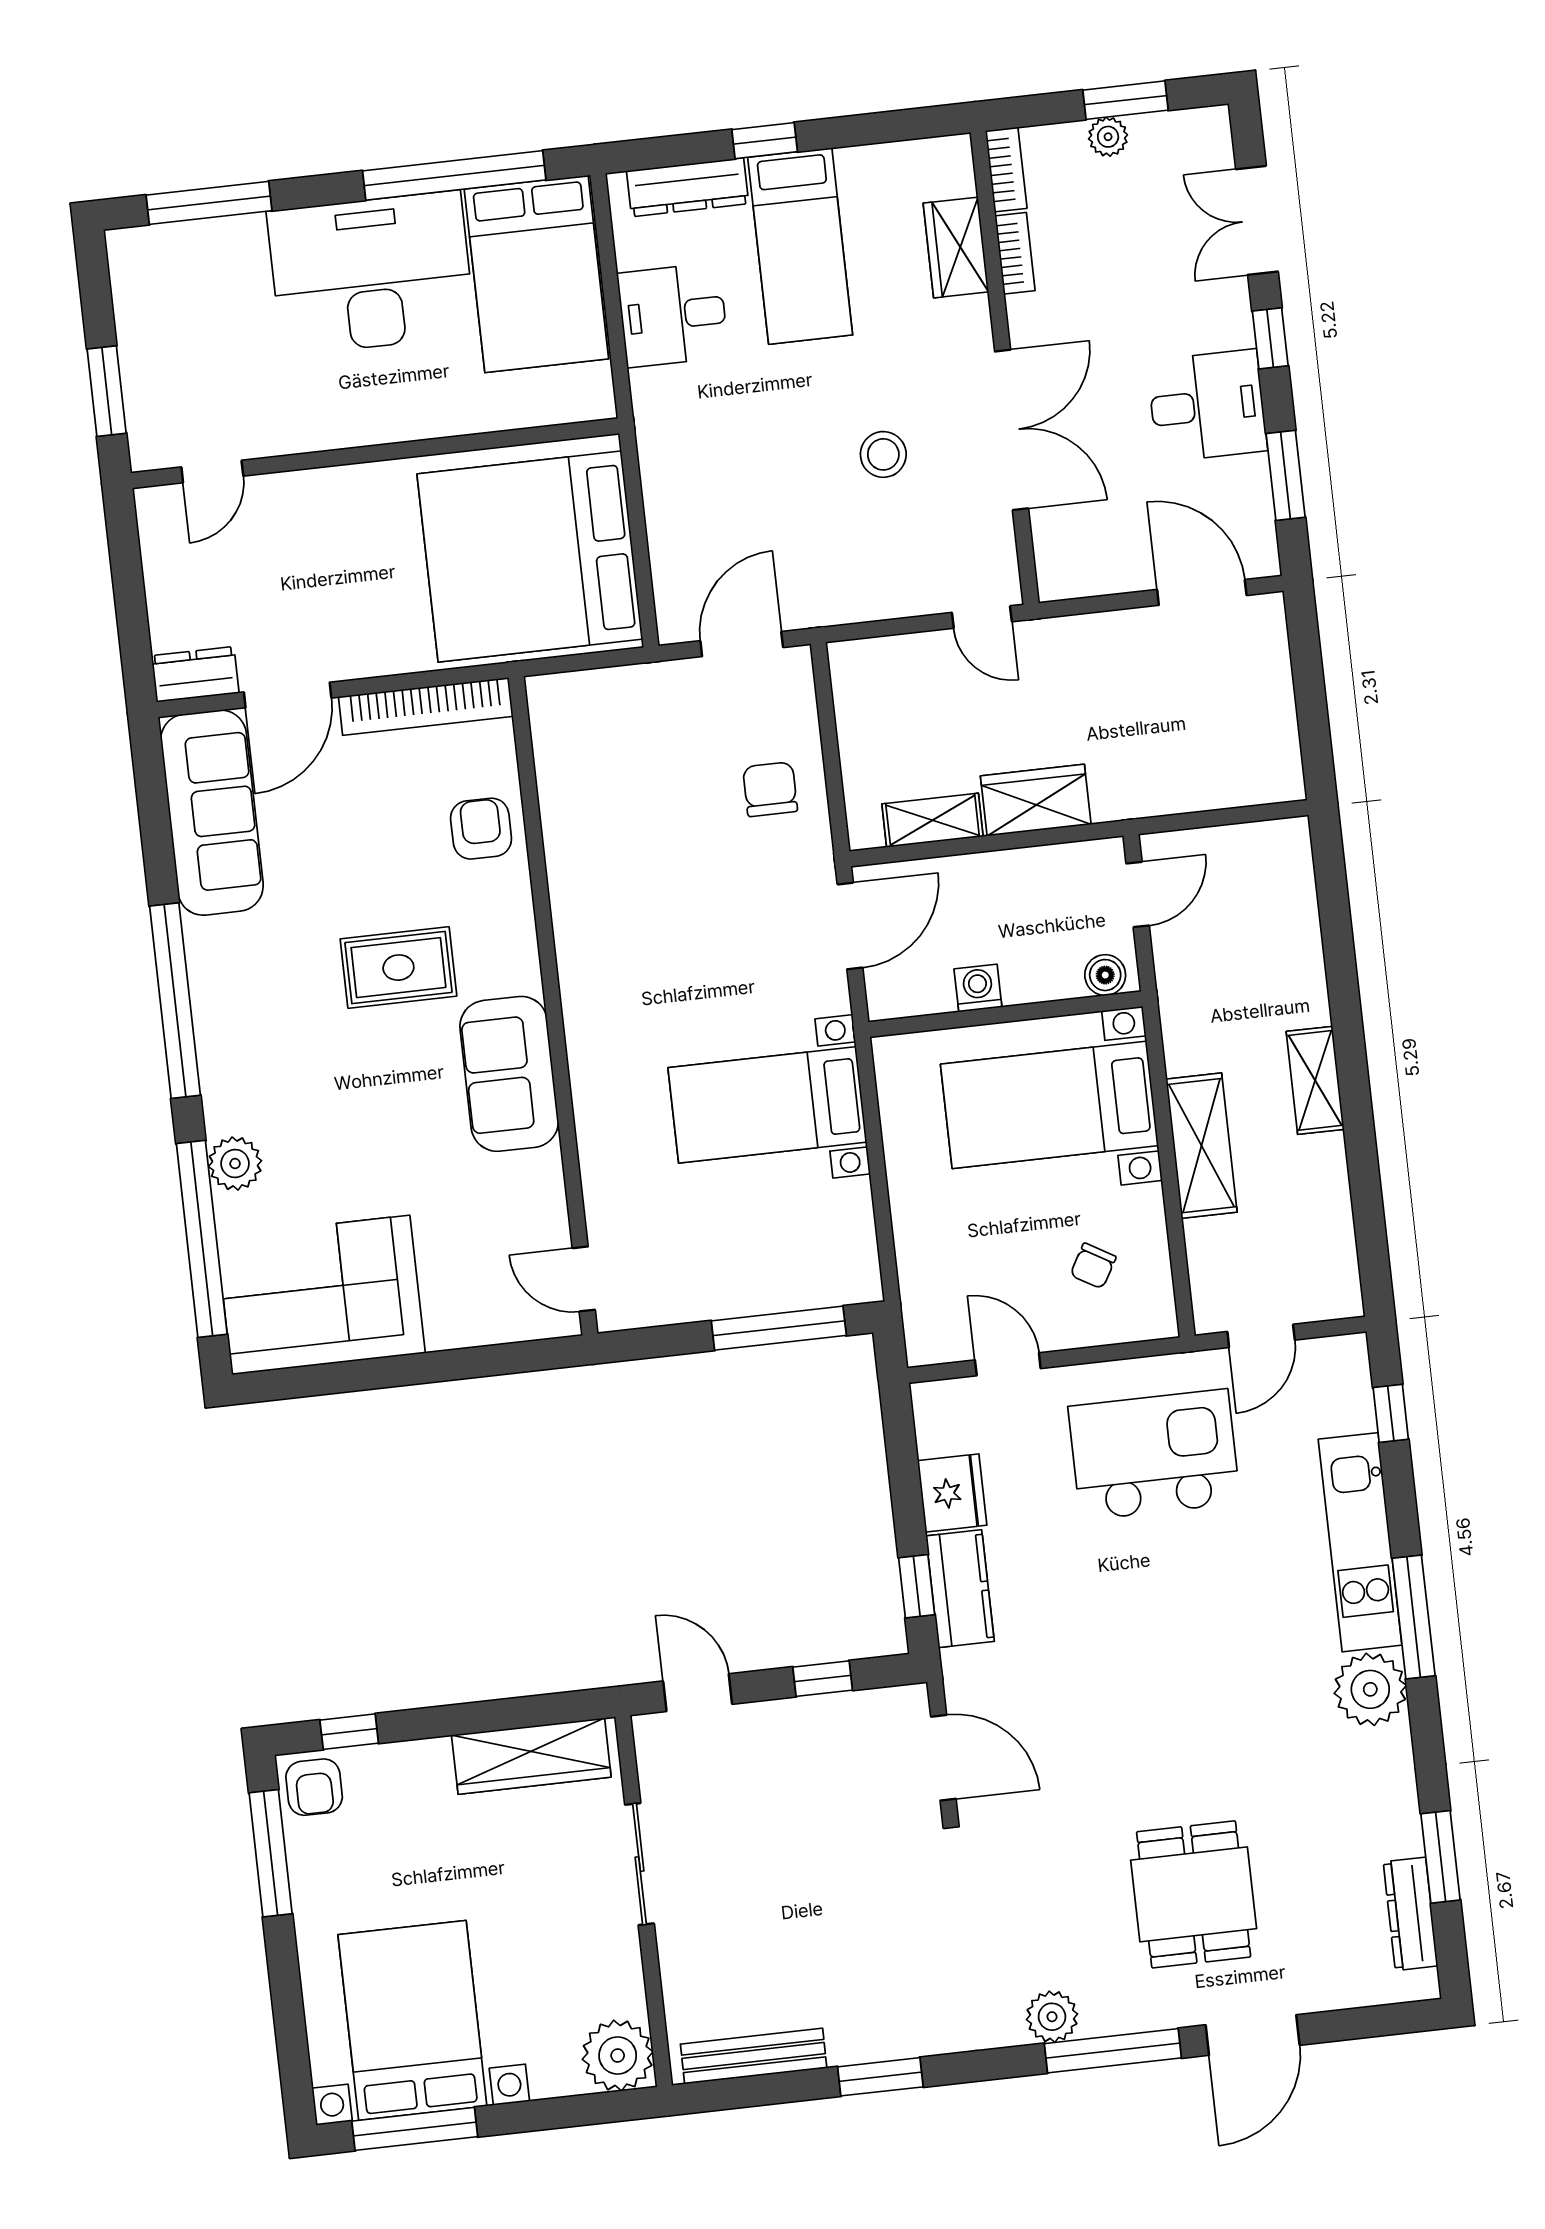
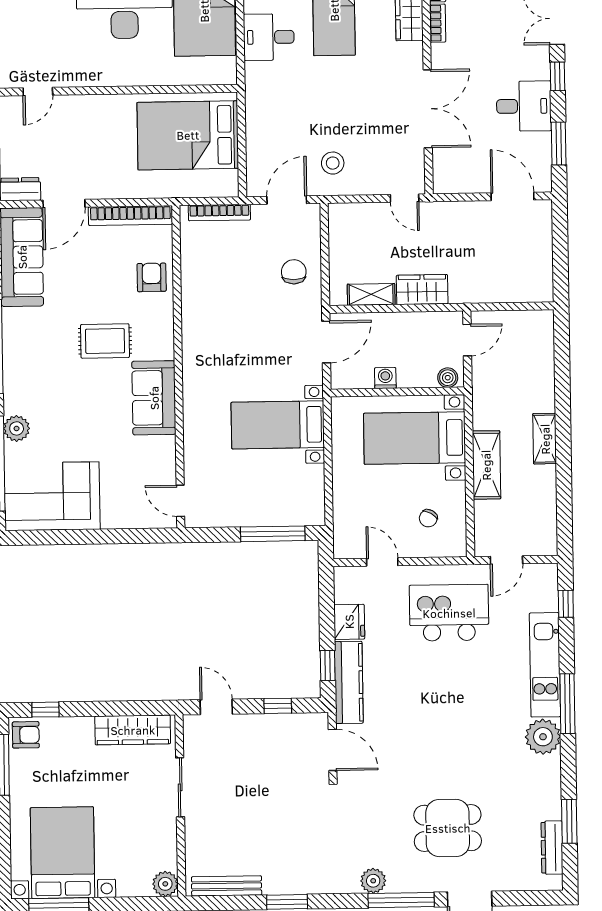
stool: (883, 454) -> (333, 163), moved
bed: (530, 557) -> (188, 135), width x0.73
bookcase: (607, 683) -> (219, 213), added
kitchen counter: (960, 1589) -> (349, 682), width x1.50
armchair: (314, 1787) -> (26, 735), turned -90
dining table: (1194, 1894) -> (448, 828), turned 90
plant: (618, 2055) -> (165, 884), width x0.73, depth x0.73

